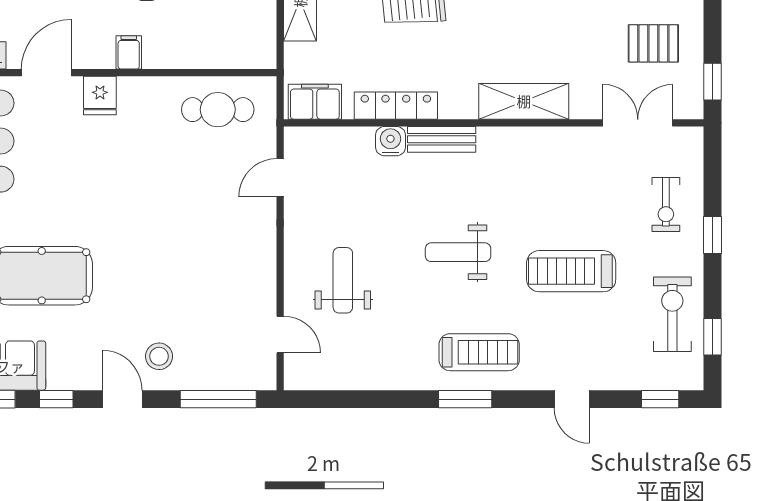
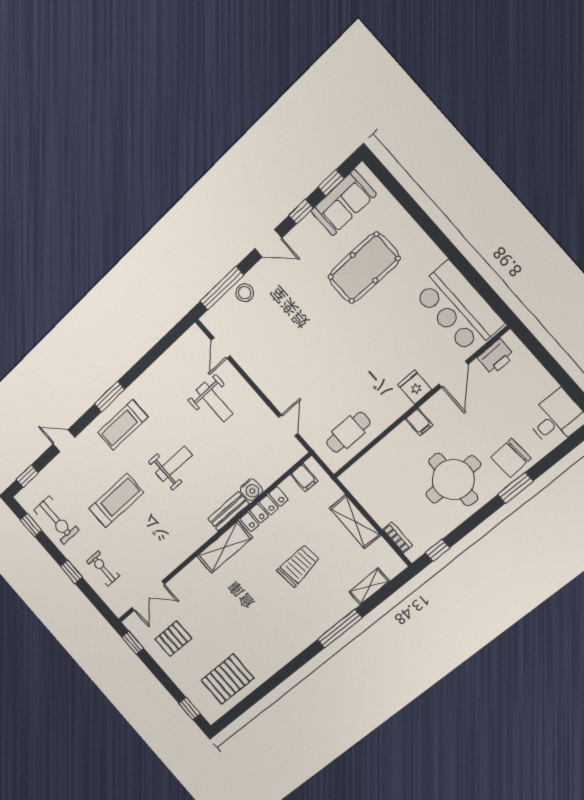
shelving: (524, 101) -> (225, 547), moved
filing cabinet: (315, 102) -> (304, 478), width x0.50
door: (280, 335) -> (221, 348), hinge flipped
stool: (159, 356) -> (245, 293), moved

